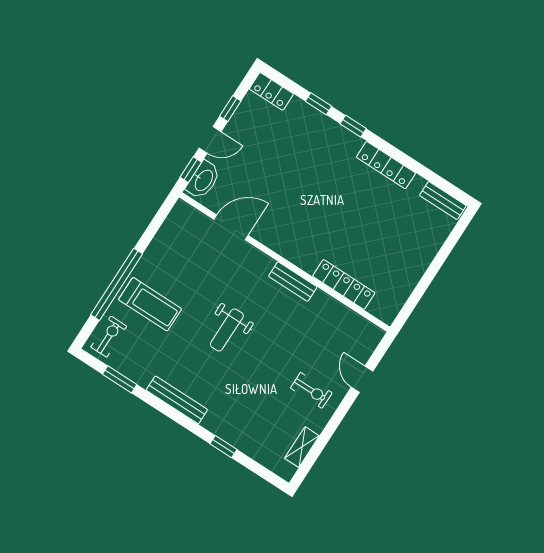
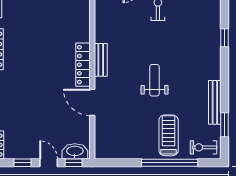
door: (231, 227) -> (92, 102), moved
locker: (344, 284) -> (83, 65), moved
weight bench: (227, 330) -> (154, 80), turned -90
bench: (177, 400) -> (215, 102), moved

